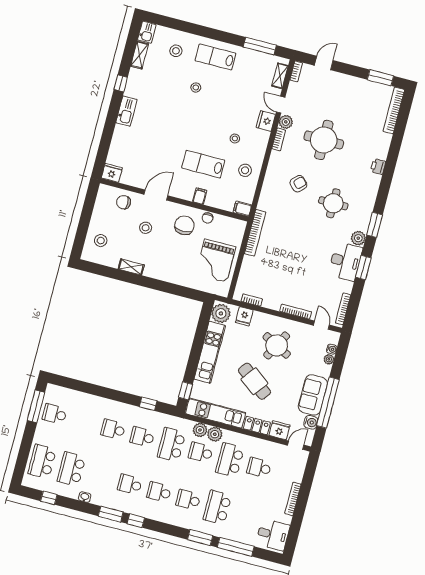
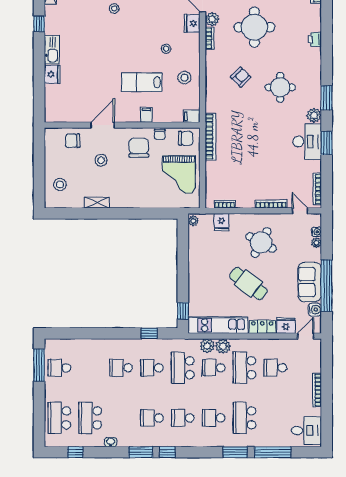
fridge: (112, 173) -> (52, 74), moved, turned 90
chair: (231, 228) -> (186, 138), added
plant: (221, 313) -> (193, 221), width x0.53, depth x0.53
kitchen unit: (210, 352) -> (197, 267), removed

